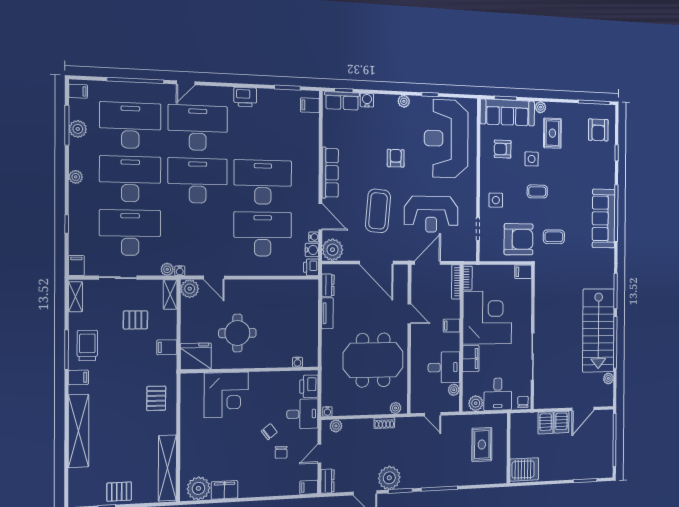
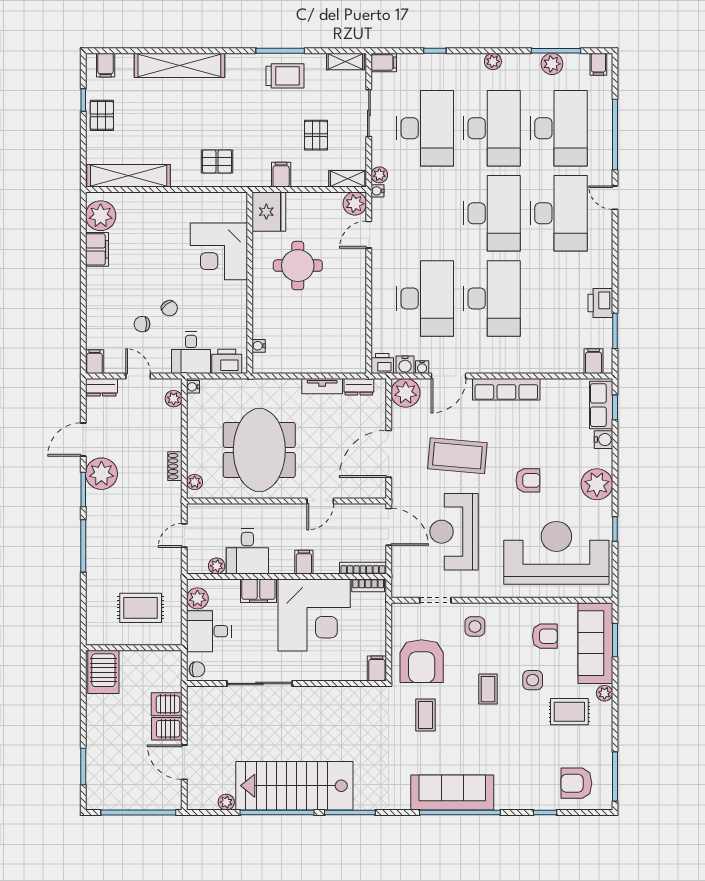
printer: (245, 97) -> (600, 303), moved
plant: (404, 101) -> (597, 484), width x1.88, depth x1.88
armchair: (503, 149) -> (545, 636), turned 90
filing cabinet: (78, 377) -> (106, 65), moved

